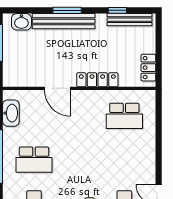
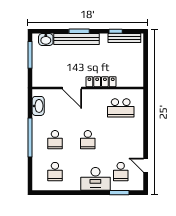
locker: (148, 68) -> (138, 73), removed
school desk: (34, 160) -> (55, 140), width x0.54
school desk: (79, 160) -> (88, 140), added

